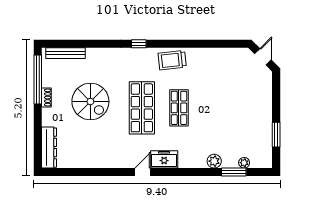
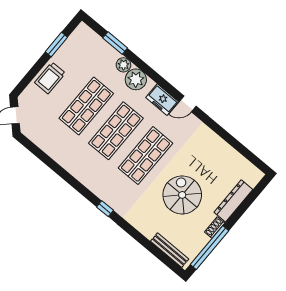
trolley: (172, 60) -> (50, 78), moved, turned 96
shop shelf: (179, 108) -> (116, 131), width x1.43, depth x1.36
shop shelf: (216, 108) -> (86, 106), added
dresser: (49, 148) -> (233, 201), moved
plant: (244, 163) -> (136, 79), moved, width x1.88, depth x1.88

